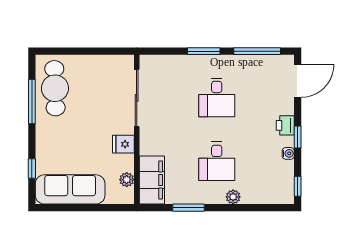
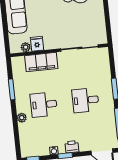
fridge: (123, 144) -> (37, 44), moved
filing cabinet: (152, 180) -> (41, 62), moved

